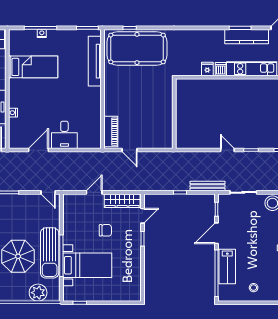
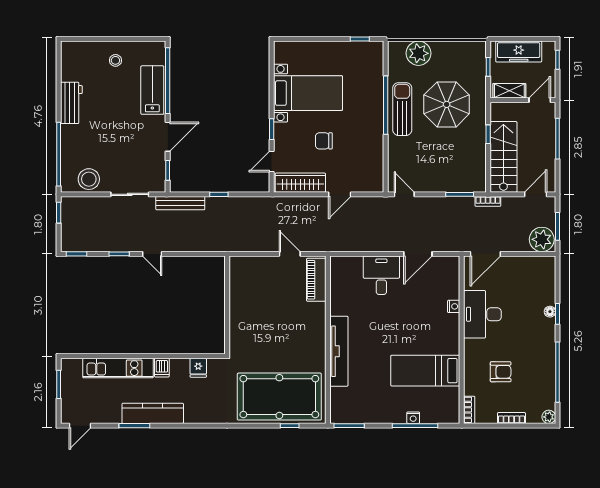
kitchen counter: (247, 37) -> (153, 413), moved
tv unit: (95, 61) -> (339, 351), moved
fridge: (207, 69) -> (198, 368), moved
sun lounger: (50, 253) -> (402, 109), width x0.73, depth x0.75
bed with nightstands: (87, 265) -> (308, 93), moved, turned 180

